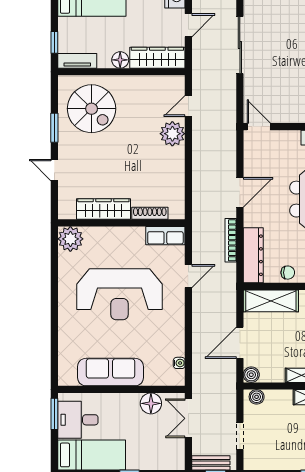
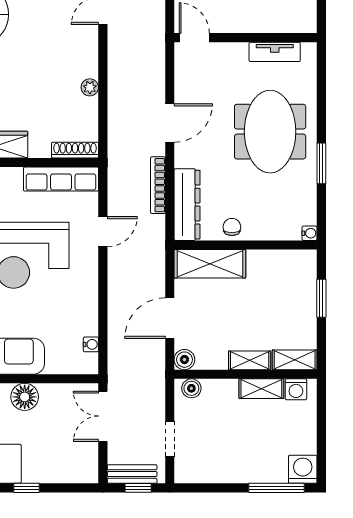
plant: (172, 134) -> (90, 87), moved, width x0.53, depth x0.53
shoe rack: (150, 213) -> (75, 150), moved
row of seats: (165, 236) -> (61, 179), width x1.48
chair: (288, 273) -> (232, 227), turned -90
floor lamp: (151, 403) -> (25, 397), moved

